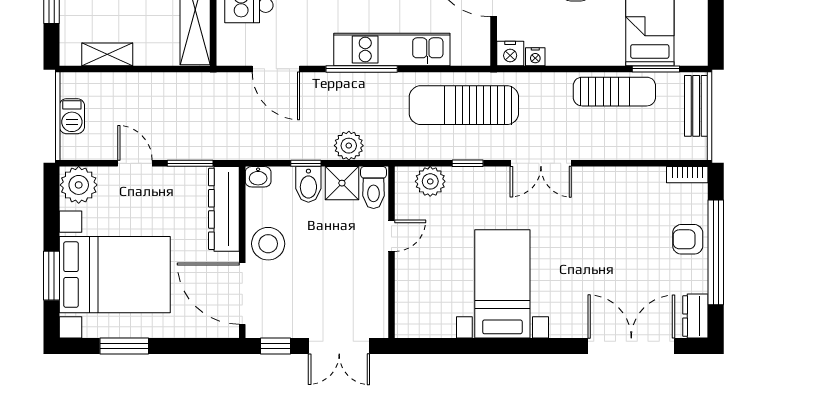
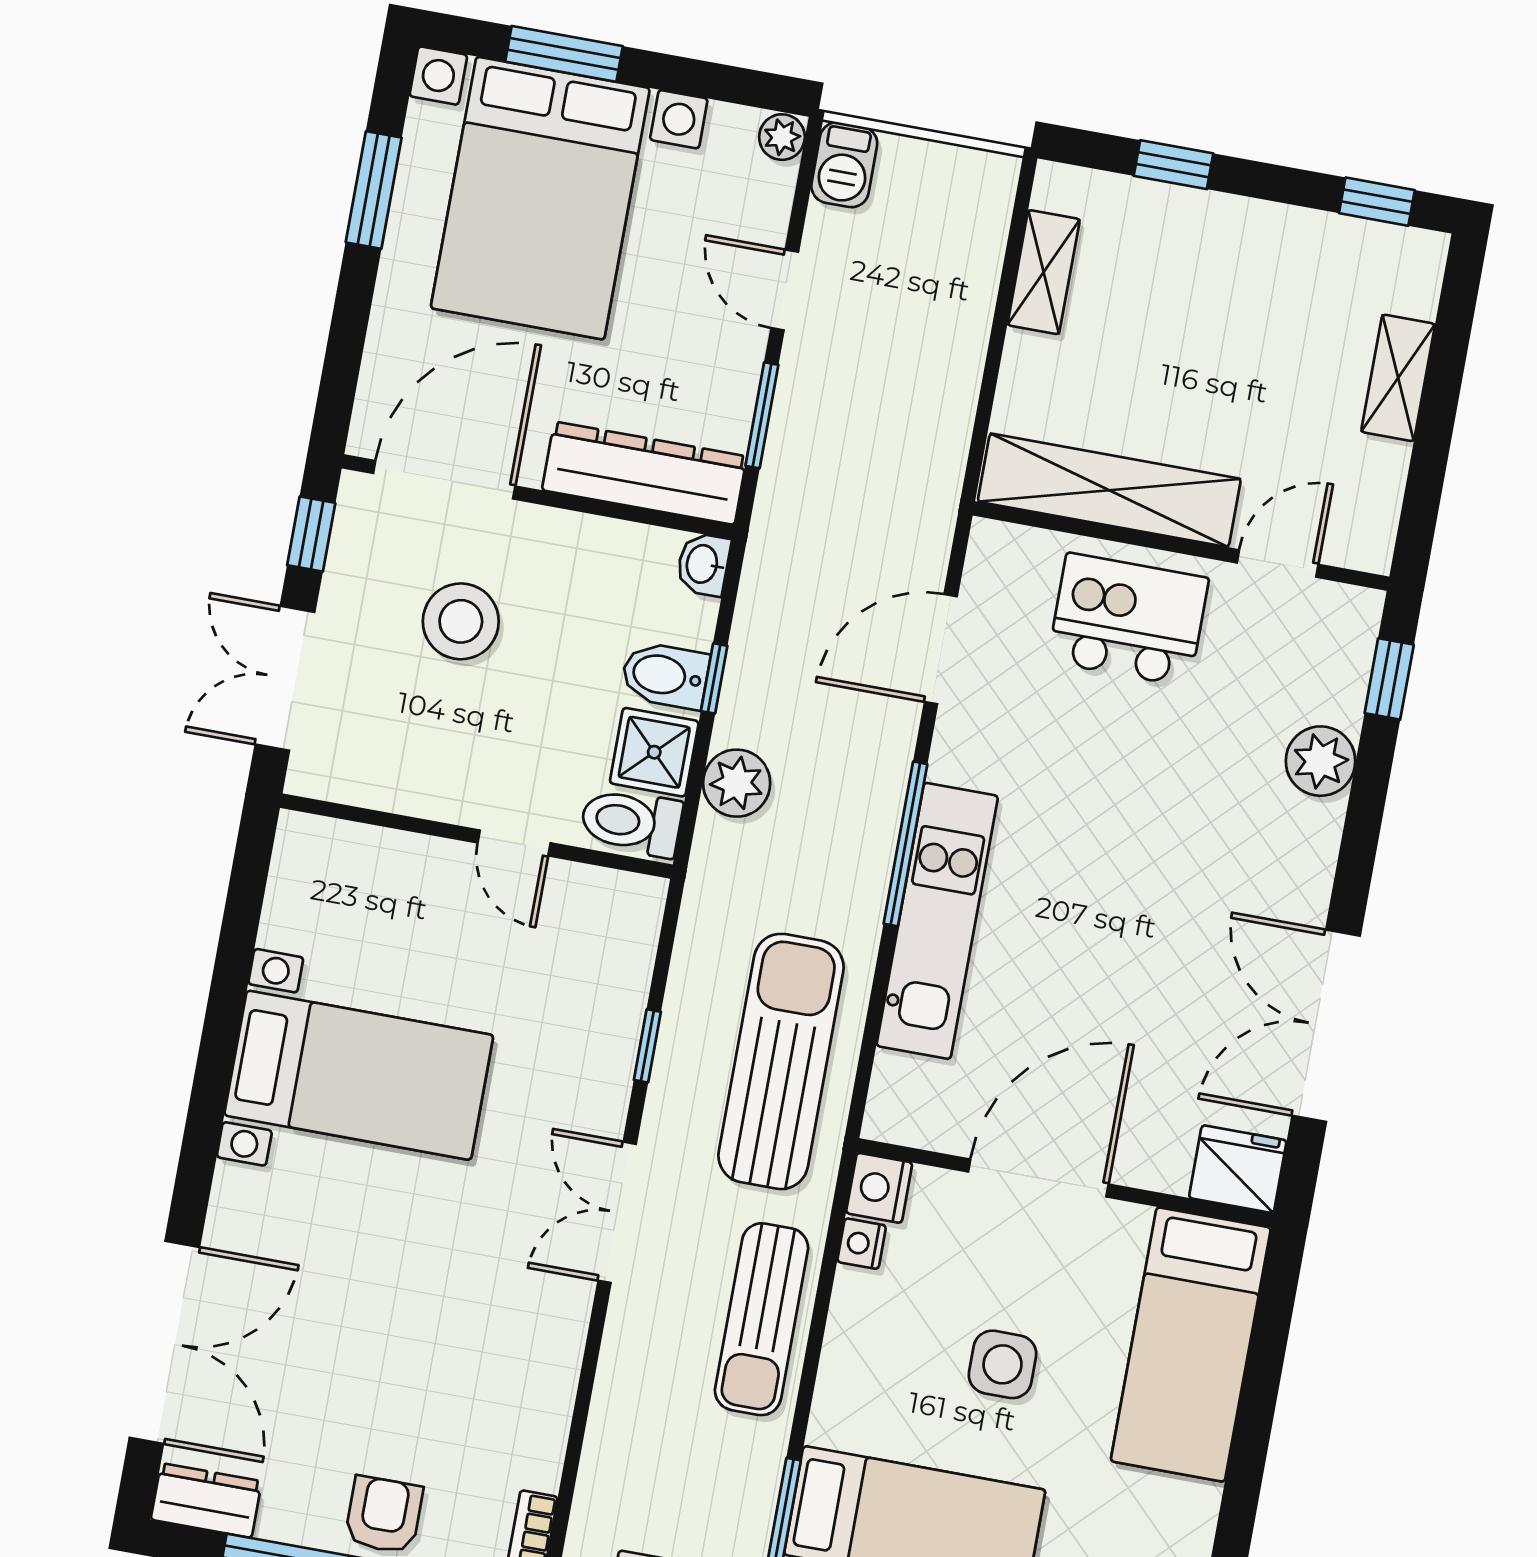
sun lounger: (614, 92) -> (762, 1319), moved
barbecue: (72, 116) -> (844, 165), moved, turned -90
door: (135, 163) -> (785, 290), swing flipped
plant: (430, 181) -> (622, 954), removed
plant: (79, 185) -> (782, 137), width x0.53, depth x0.53
stool: (268, 244) -> (461, 621), moved

